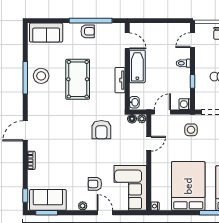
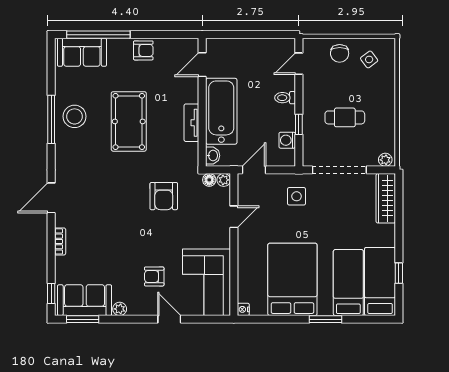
window: (91, 21) -> (98, 35), moved
door: (127, 41) -> (202, 65), swing flipped
bathtub: (137, 66) -> (221, 111), width x1.36, depth x1.36
washing machine: (185, 104) -> (287, 140), moved
plant: (83, 206) -> (120, 309), moved

